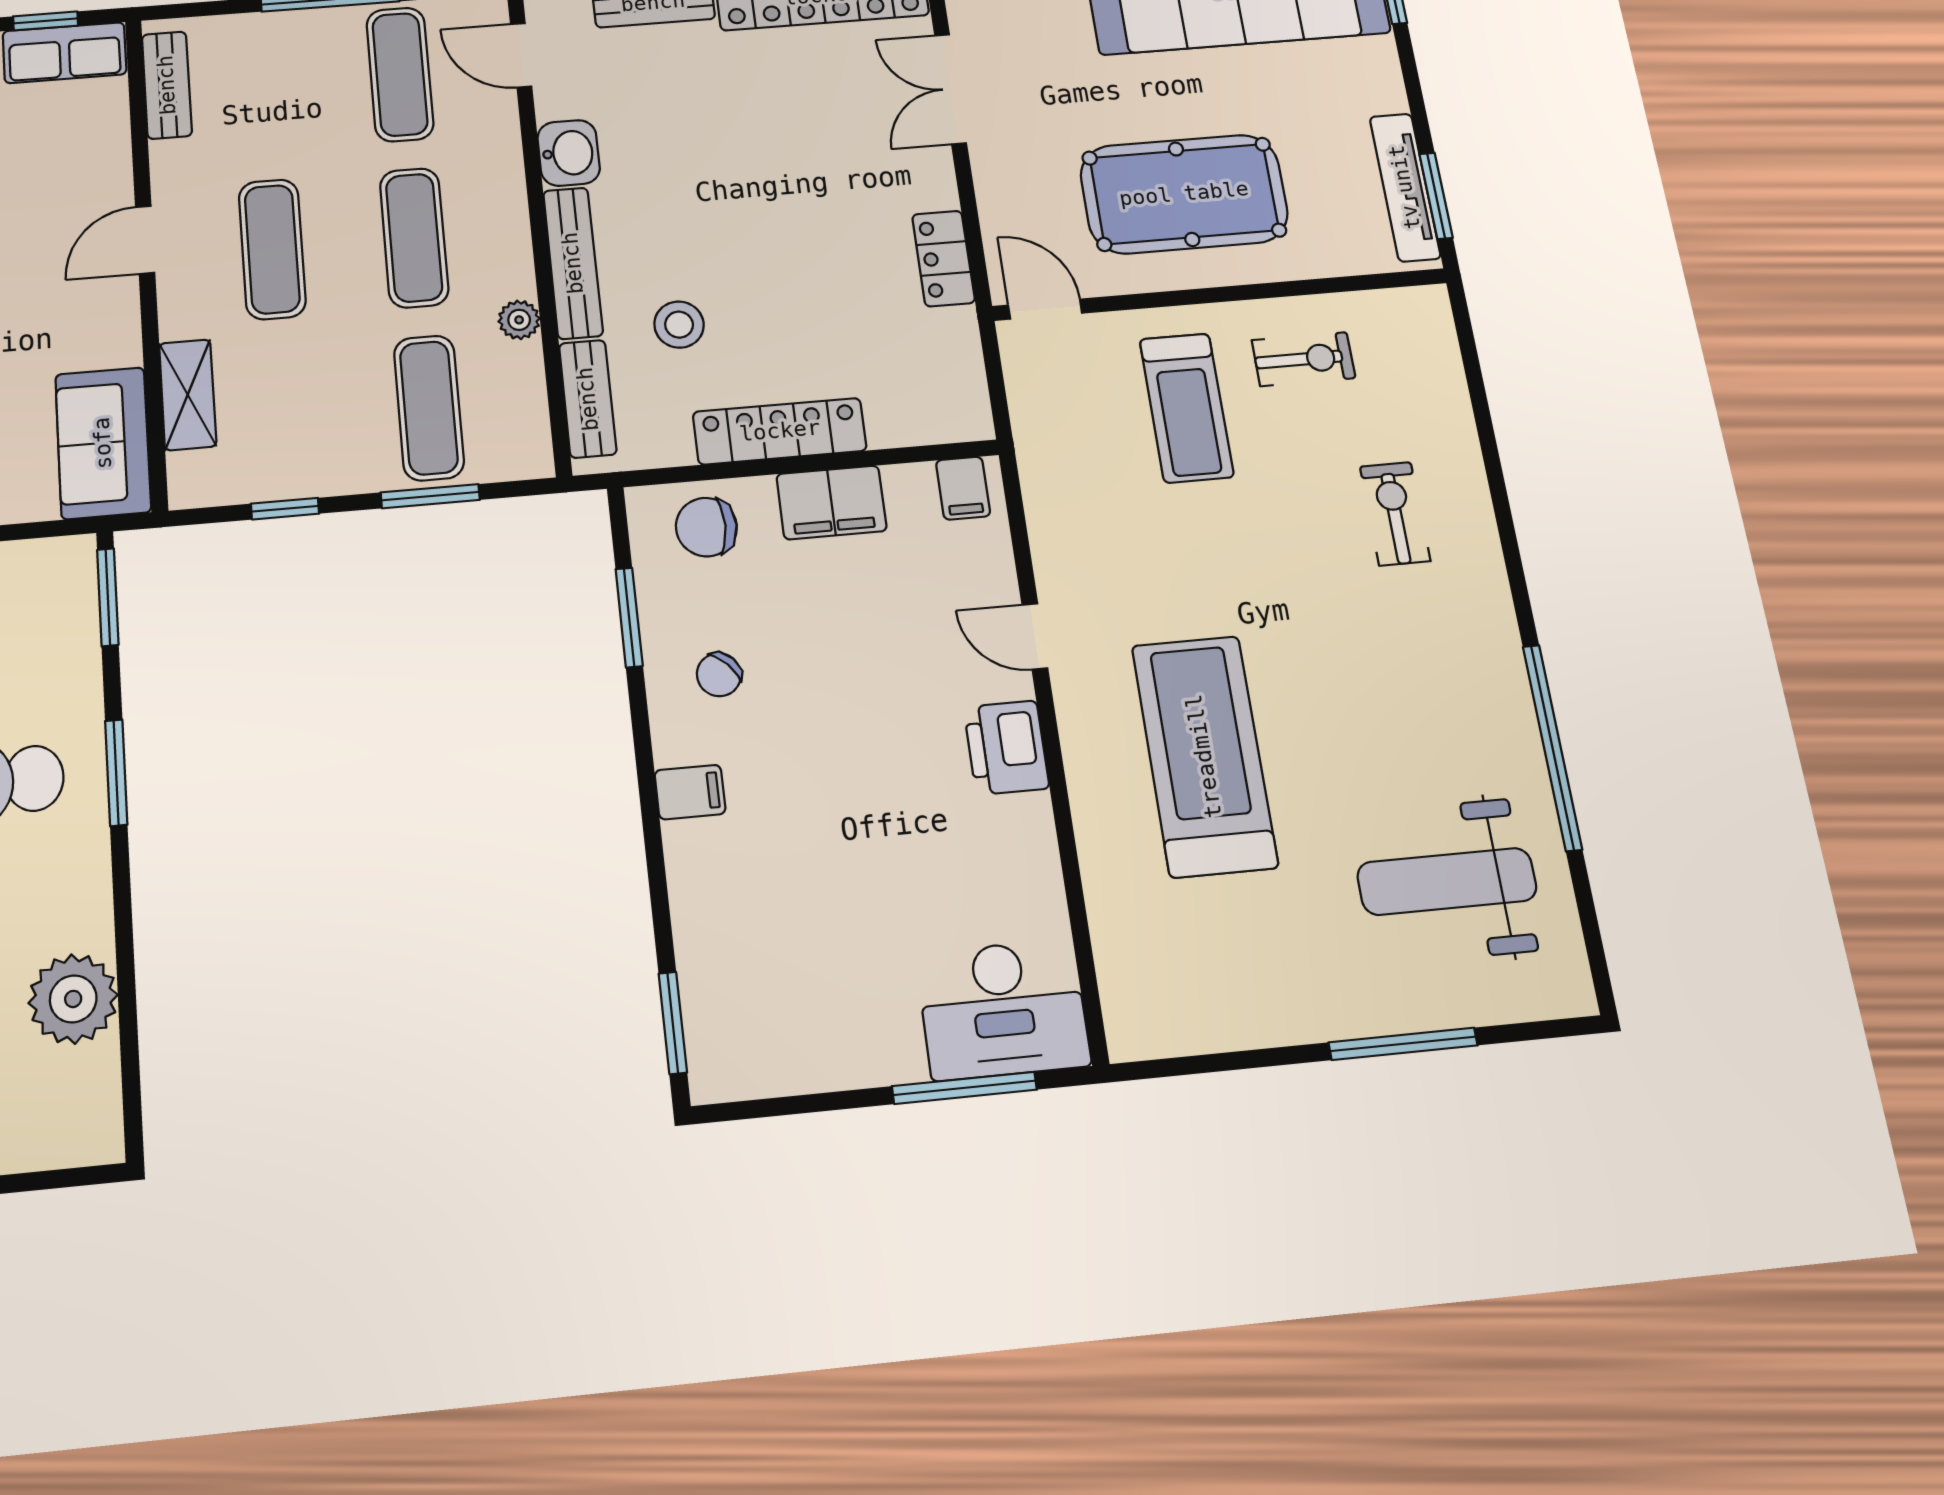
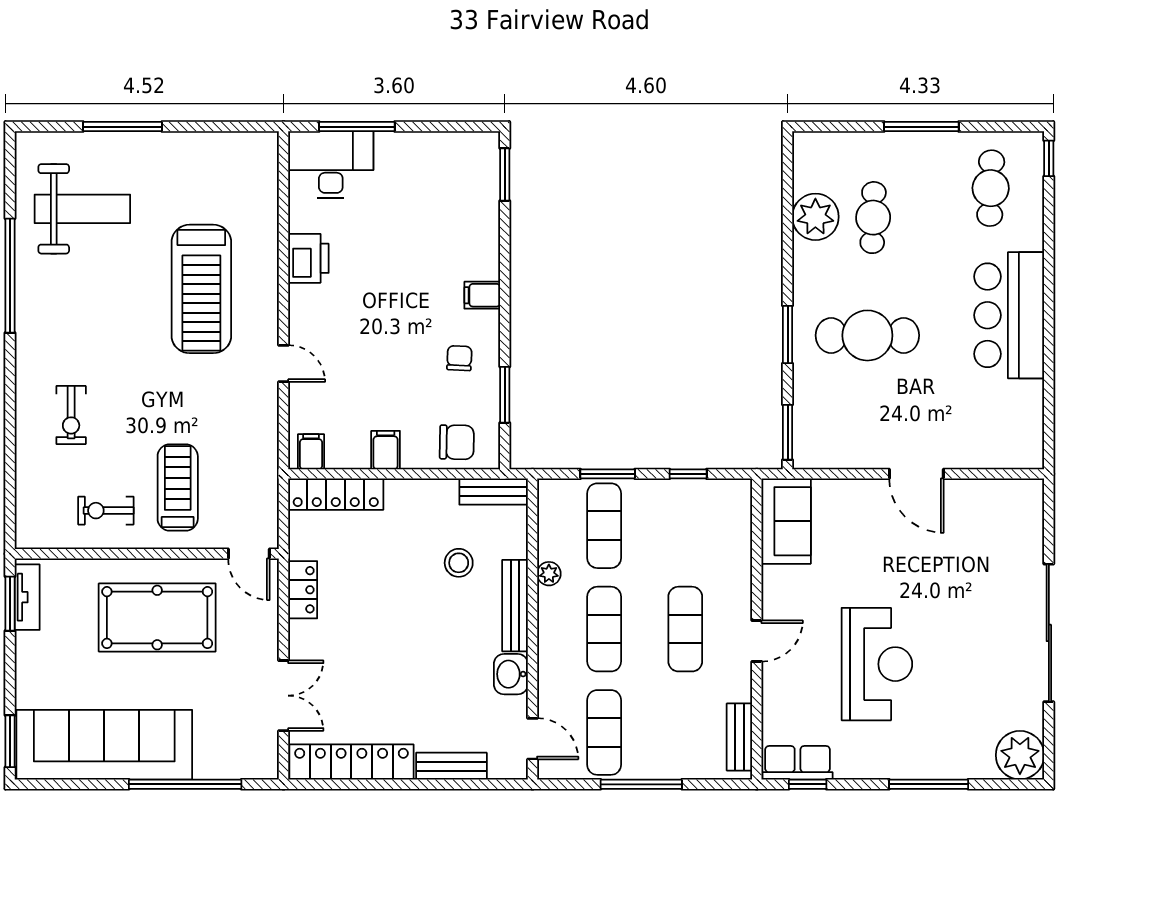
tv unit: (1405, 187) -> (27, 597), width x0.71
shelving: (188, 395) -> (738, 545), removed
bench: (588, 399) -> (494, 492), moved, turned 90
locker: (780, 431) -> (336, 494), moved
filing cabinet: (832, 502) -> (386, 450), width x0.50
chair: (719, 675) -> (459, 358), turned -43
printer: (1006, 748) -> (308, 258), moved

